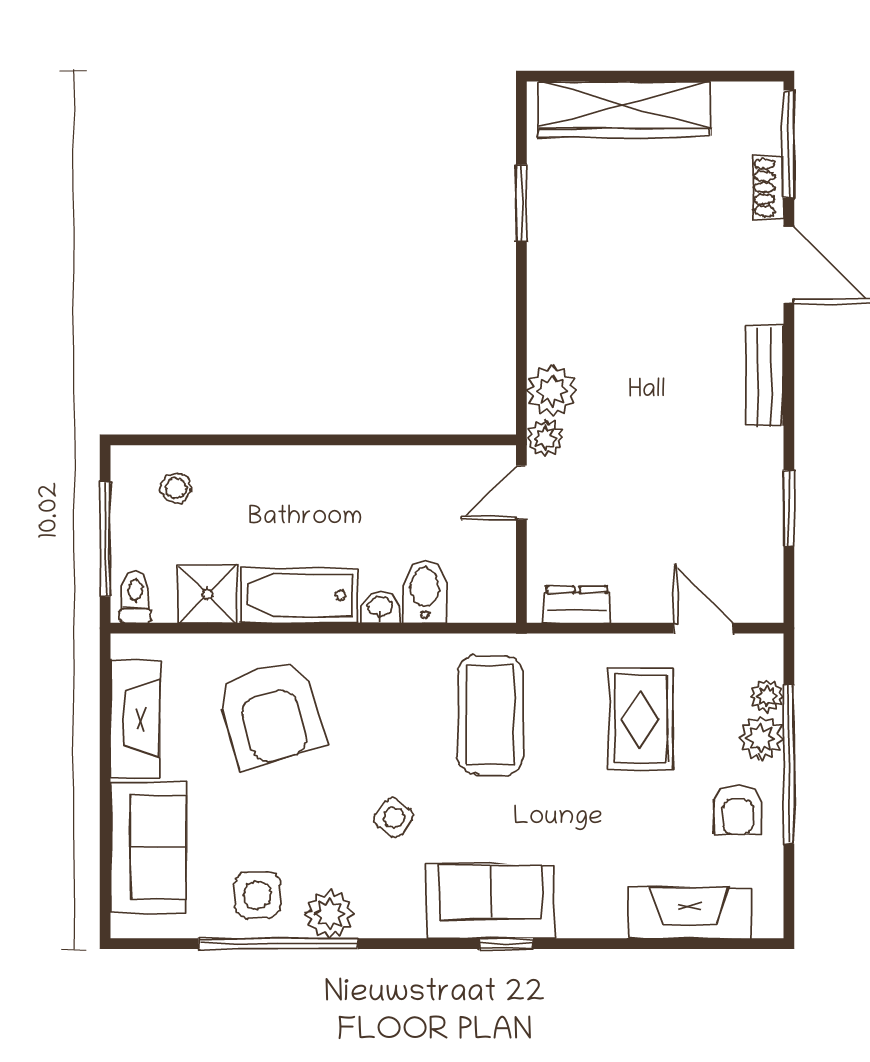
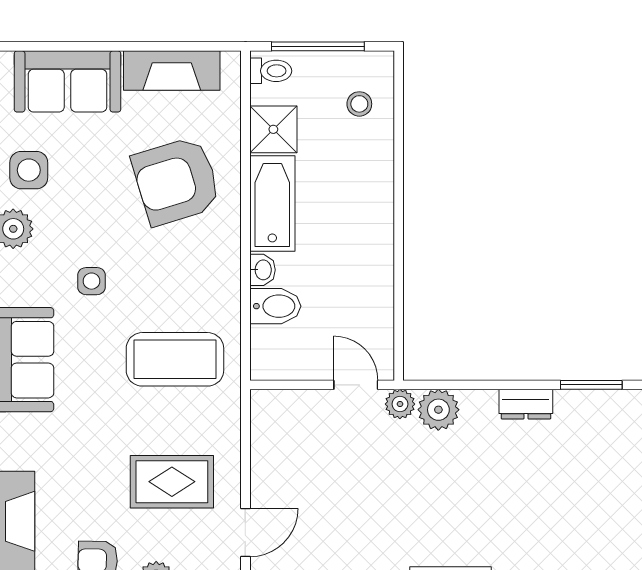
dresser: (577, 604) -> (526, 404), moved, turned 90
side table: (394, 818) -> (92, 281), turned -35

